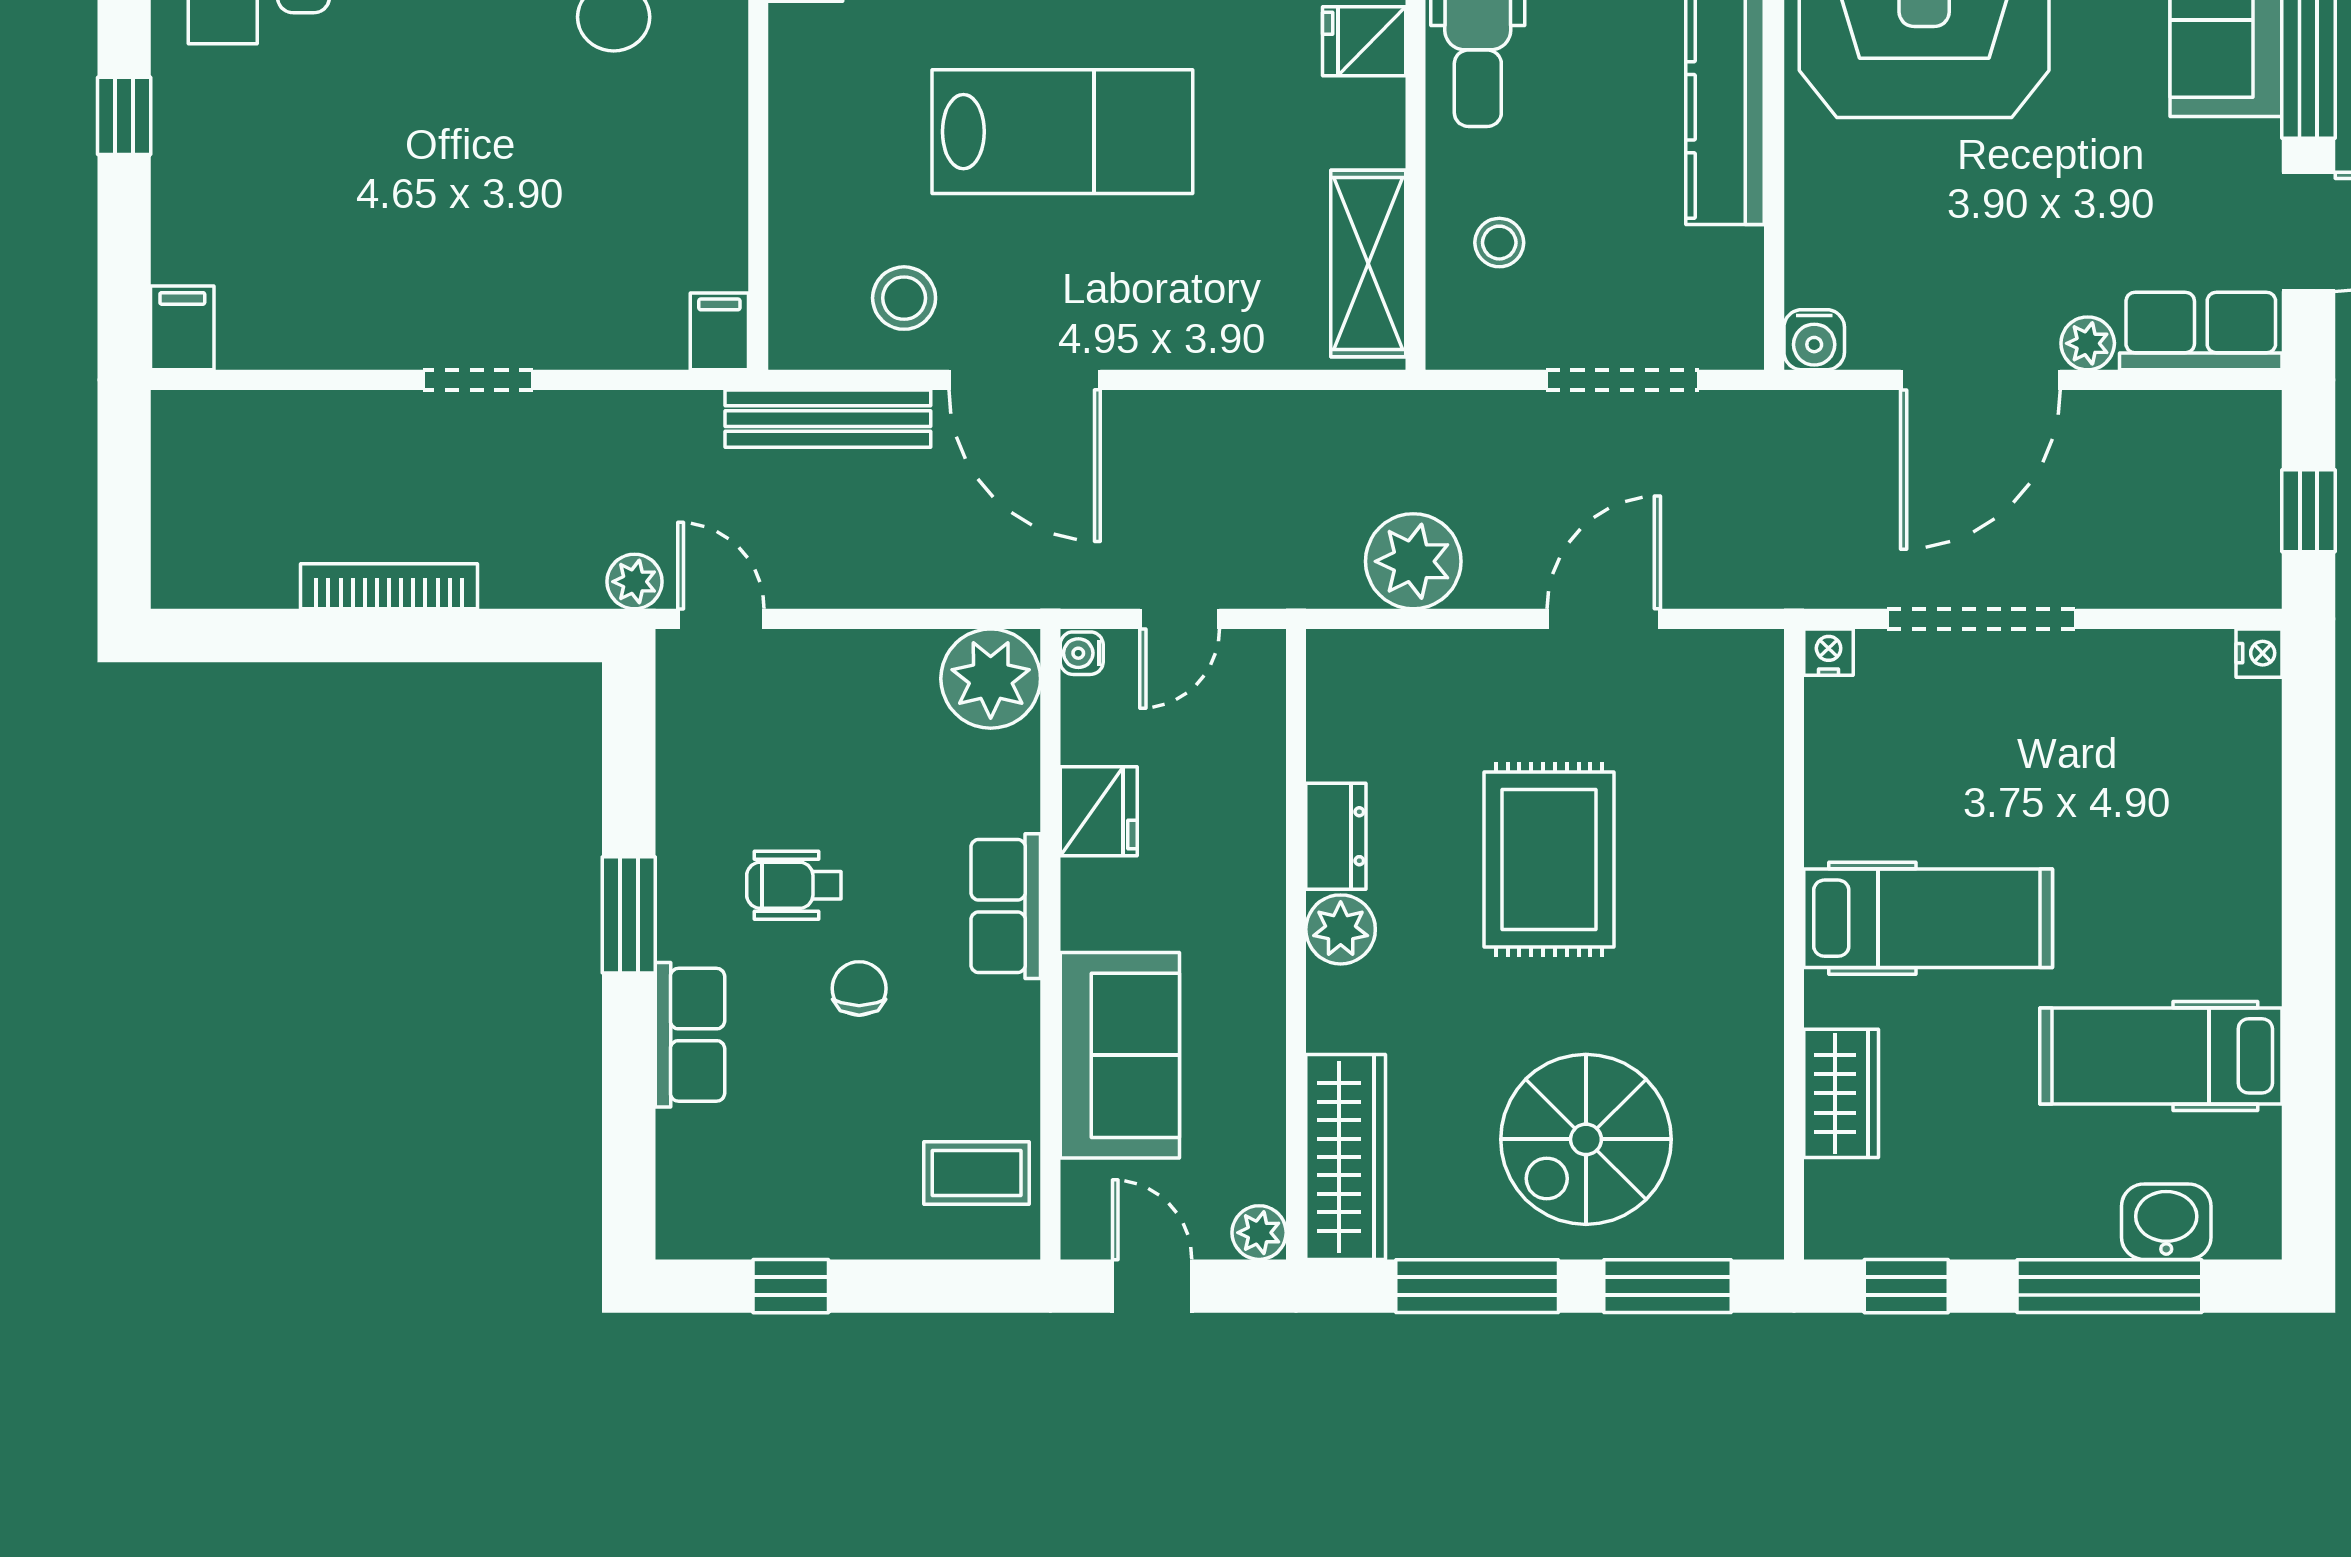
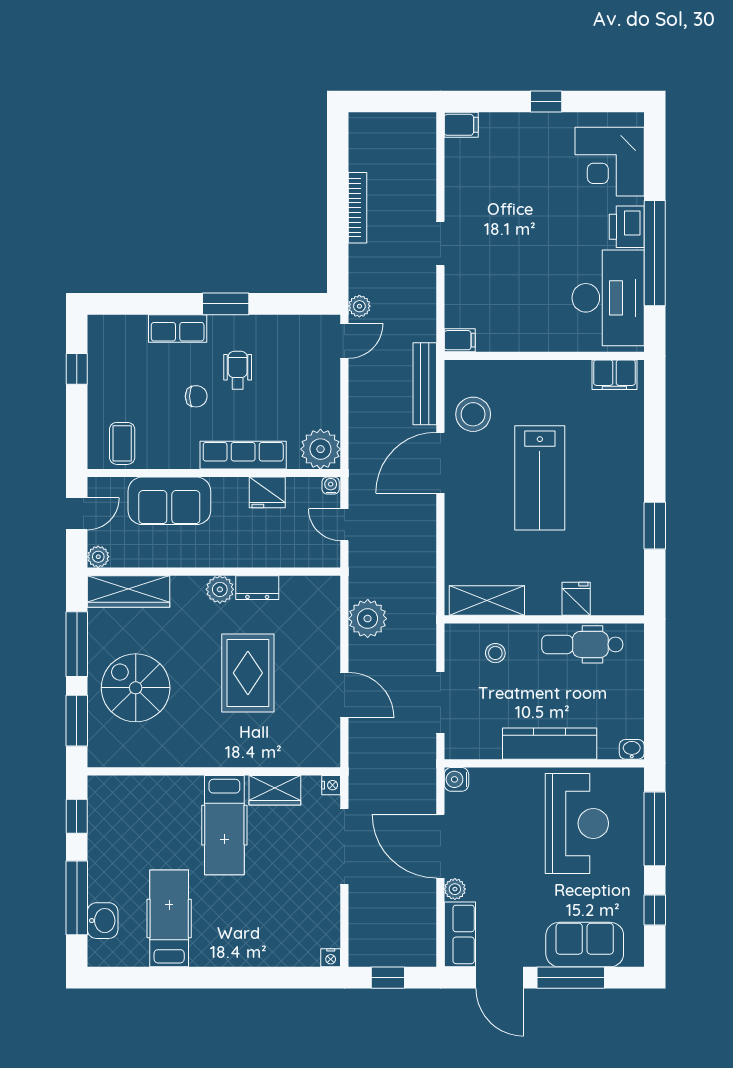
stool: (904, 298) -> (473, 414), width x1.38, depth x1.38
rug: (1549, 860) -> (248, 673), turned 90
row of seats: (1006, 906) -> (243, 455), width x1.48
wardrobe: (1841, 1093) -> (275, 790), moved

